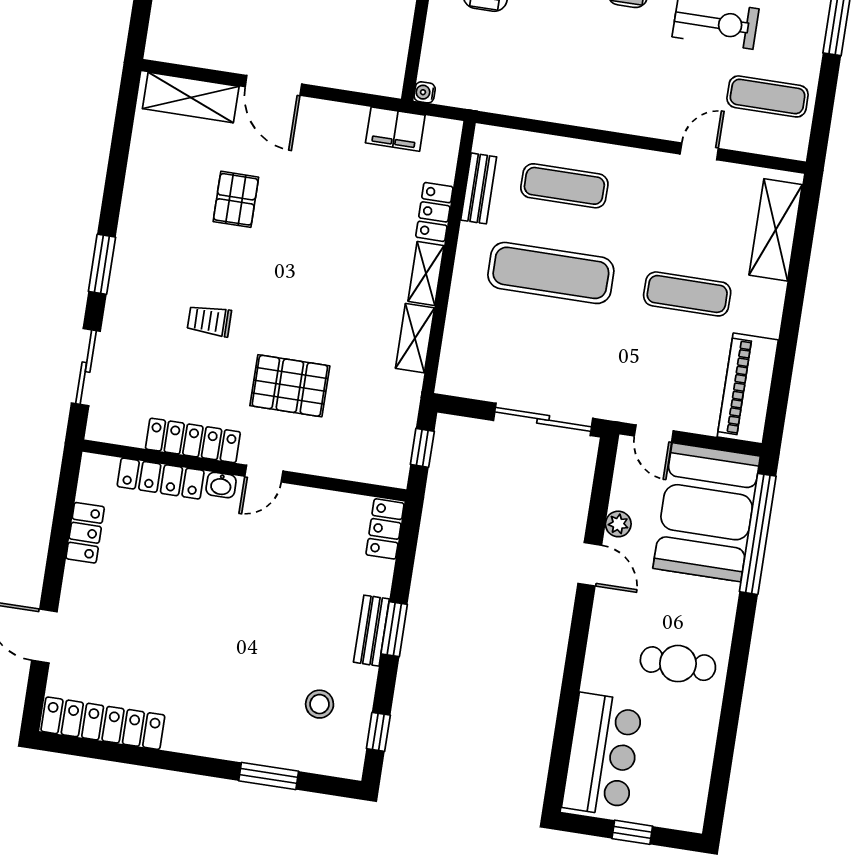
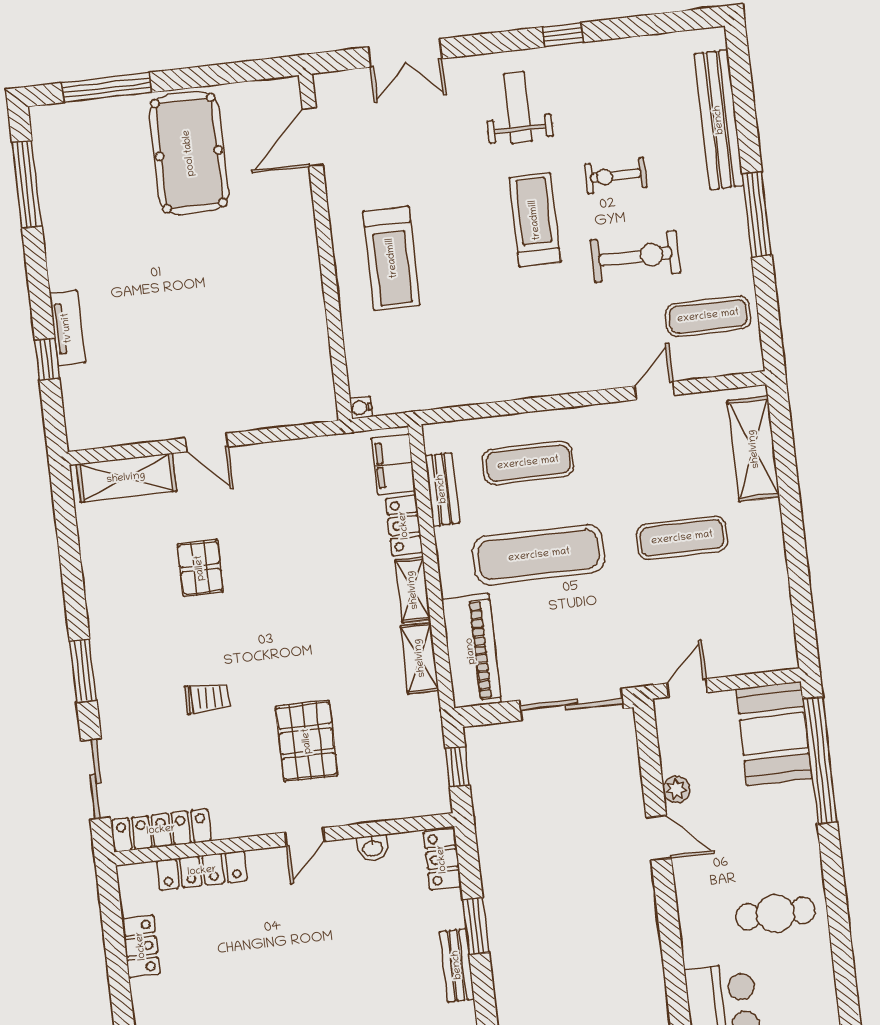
door: (273, 85) -> (206, 442), width x0.73
filing cabinet: (395, 129) -> (393, 464), moved, turned 90
trolley: (209, 321) -> (207, 698), turned 180
pallet: (290, 386) -> (307, 741), turned 90
piano: (748, 388) -> (471, 651), moved, turned 180
door: (654, 433) -> (687, 688), swing flipped
locker: (193, 440) -> (161, 830), moved
washbasin: (221, 485) -> (373, 848), moved
booth: (707, 512) -> (774, 734), width x0.73, depth x0.70
window: (394, 629) -> (476, 926), moved

